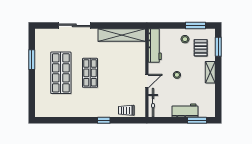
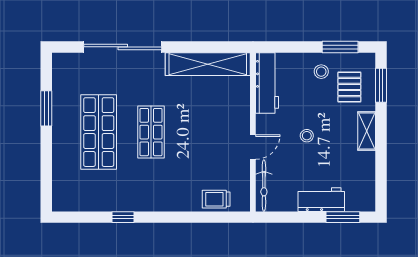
sliding door: (74, 25) -> (123, 47), width x1.36
window: (104, 120) -> (123, 217), moved

